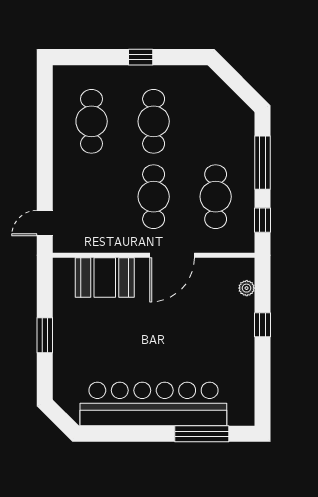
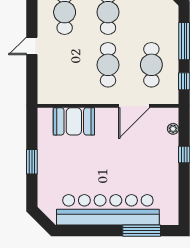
door: (45, 223) -> (32, 46), moved
door: (172, 255) -> (134, 106), moved

